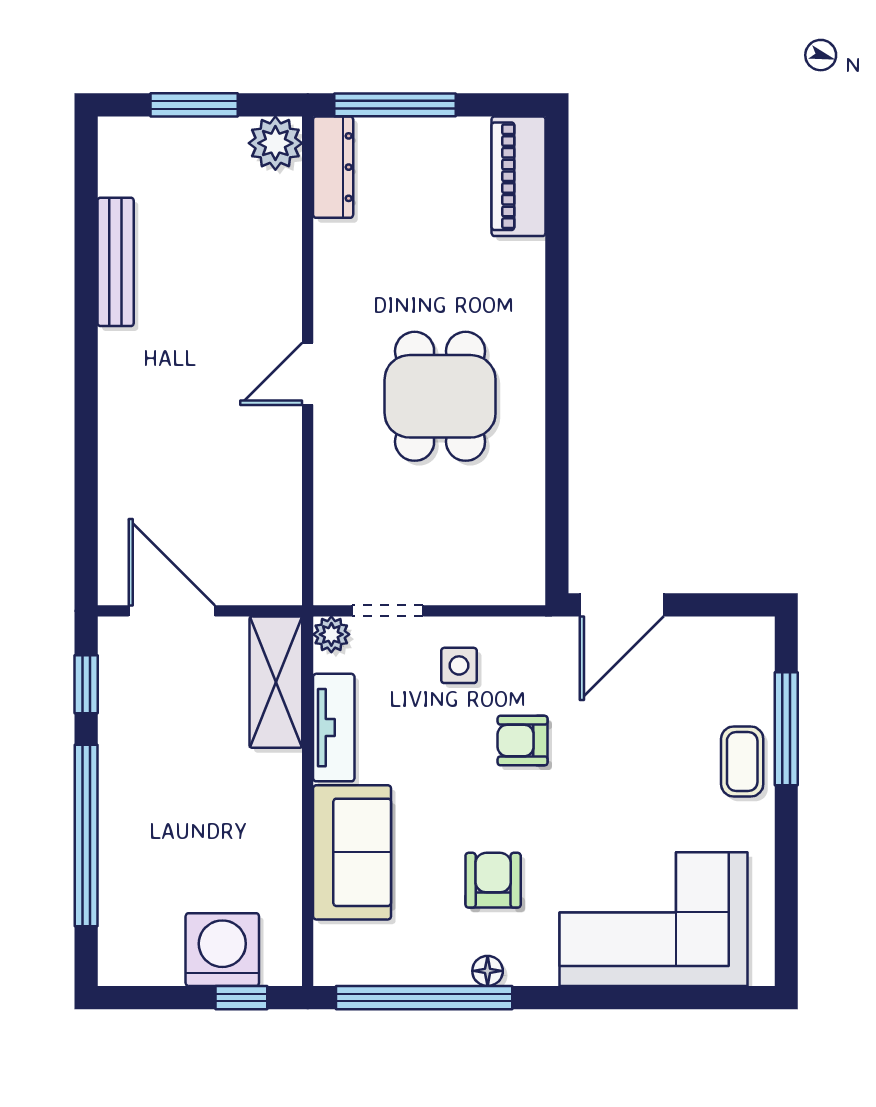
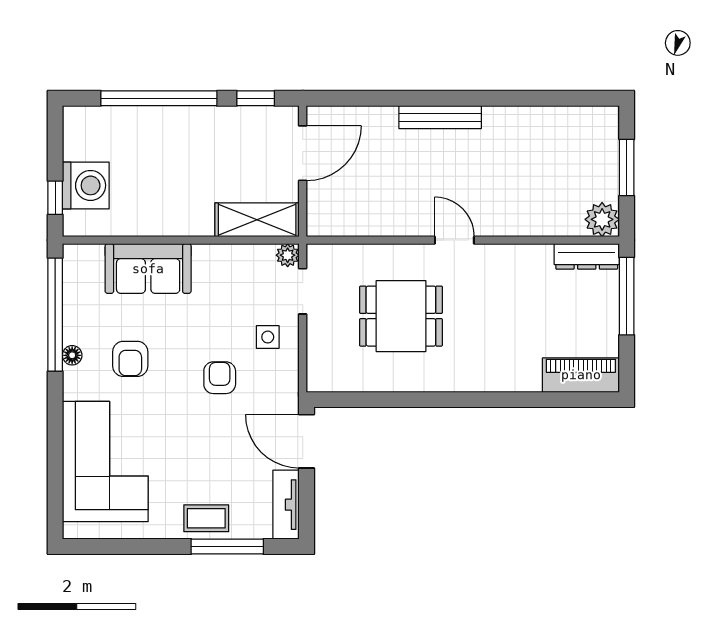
bench: (116, 262) -> (440, 117), moved
dining table: (440, 396) -> (401, 316), moved
tv unit: (334, 728) -> (286, 505), moved, turned 90
armchair: (493, 880) -> (130, 359), turned 90

